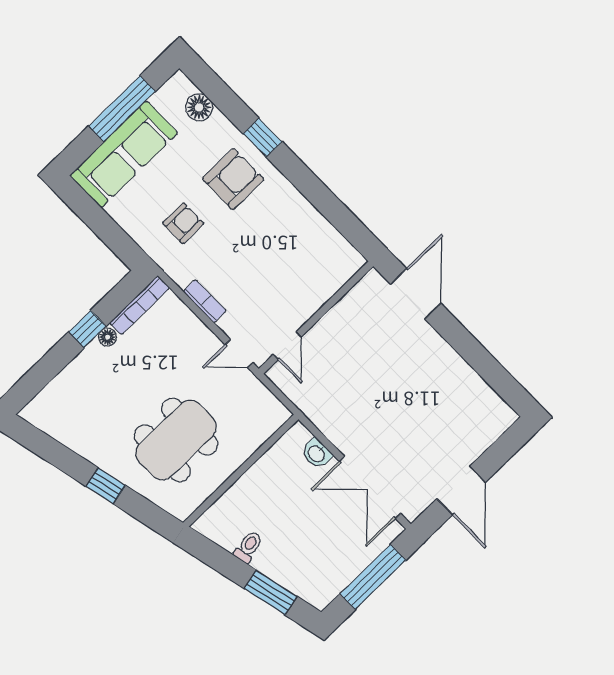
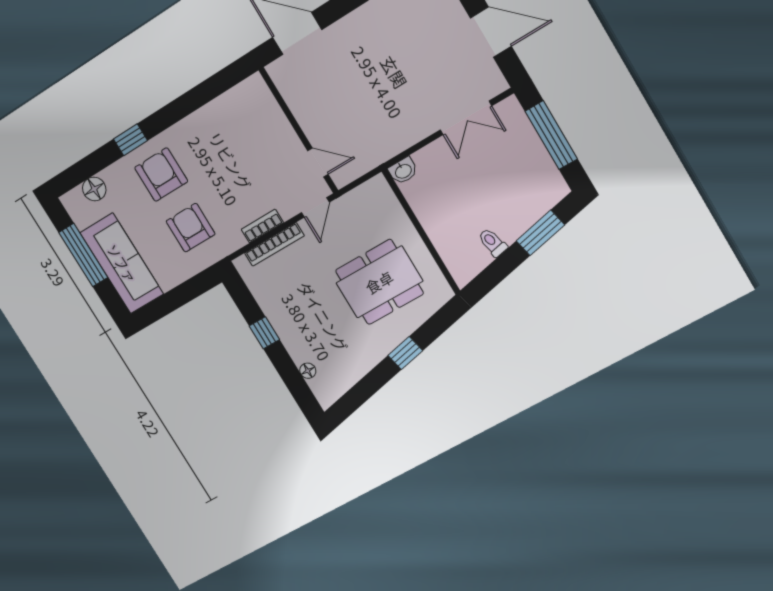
armchair: (183, 223) -> (191, 228), width x1.38, depth x1.38
bookcase: (140, 305) -> (274, 244), moved, turned 90
floor lamp: (108, 337) -> (308, 371), moved
dining table: (176, 440) -> (379, 282), turned 90
washbasin: (317, 453) -> (403, 171), moved
double door: (370, 487) -> (466, 118), width x0.73

